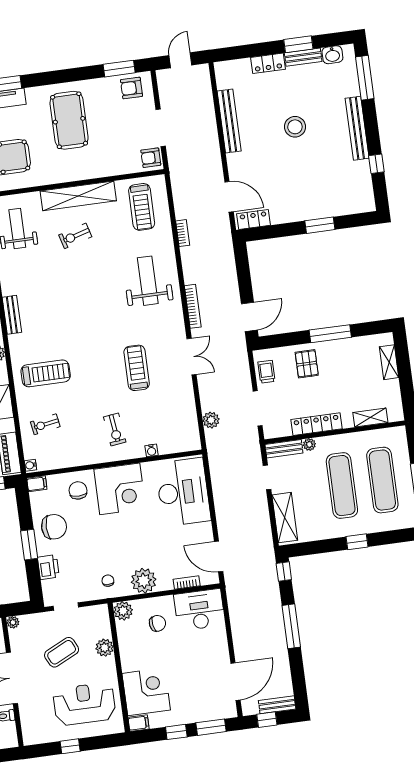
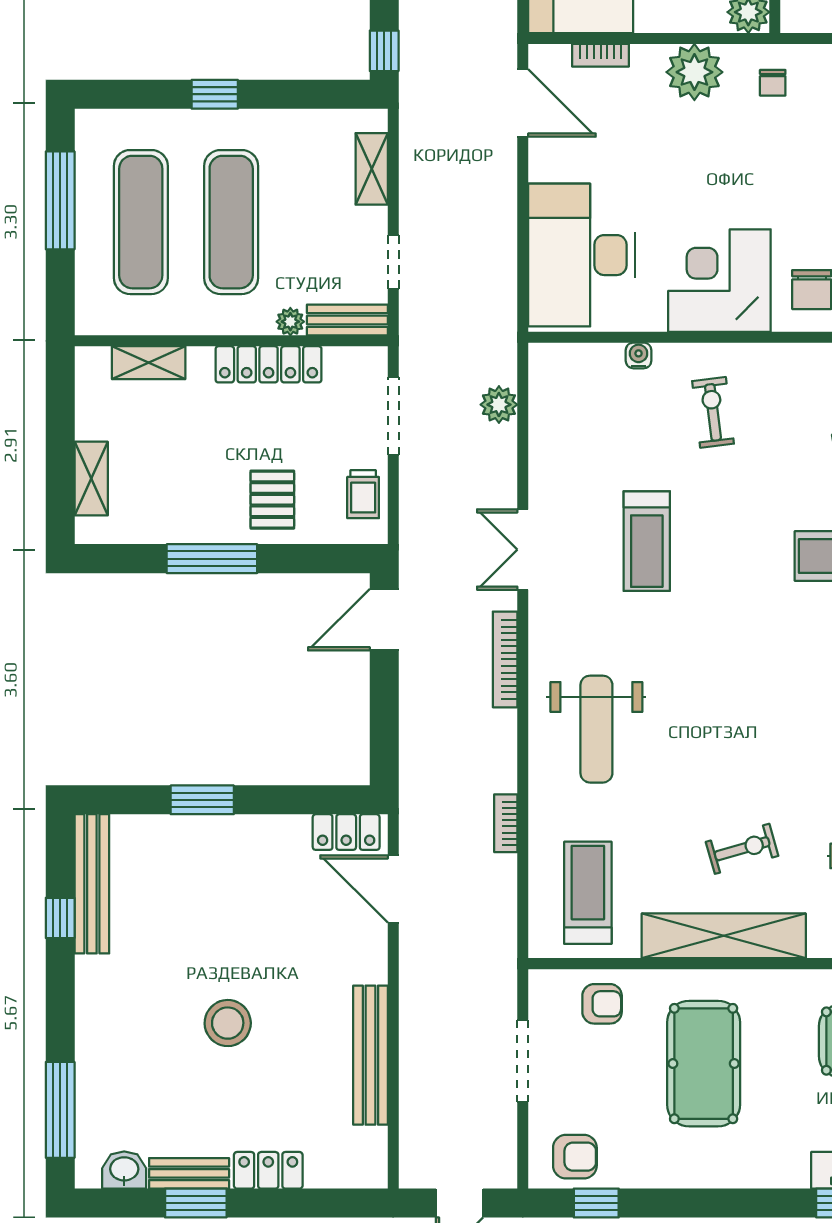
window: (119, 69) -> (596, 1203), width x0.67
pool table: (69, 120) -> (704, 1064), moved
bench: (357, 128) -> (92, 884), moved
armchair: (151, 158) -> (602, 1004), moved
shelving: (285, 518) -> (372, 169), width x0.67, depth x0.75

